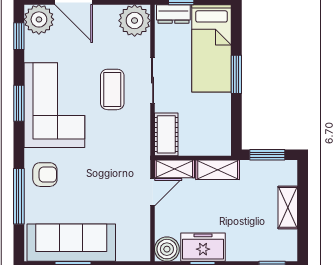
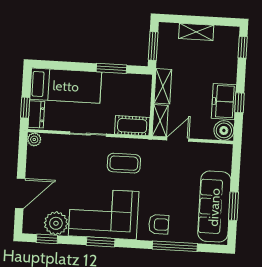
plant: (39, 19) -> (56, 223), moved
plant: (135, 21) -> (34, 139), width x0.53, depth x0.53
window: (236, 74) -> (111, 68), moved
coffee table: (112, 89) -> (124, 163), moved
armchair: (45, 175) -> (159, 224), turned 90
door: (153, 192) -> (178, 139), hinge flipped

